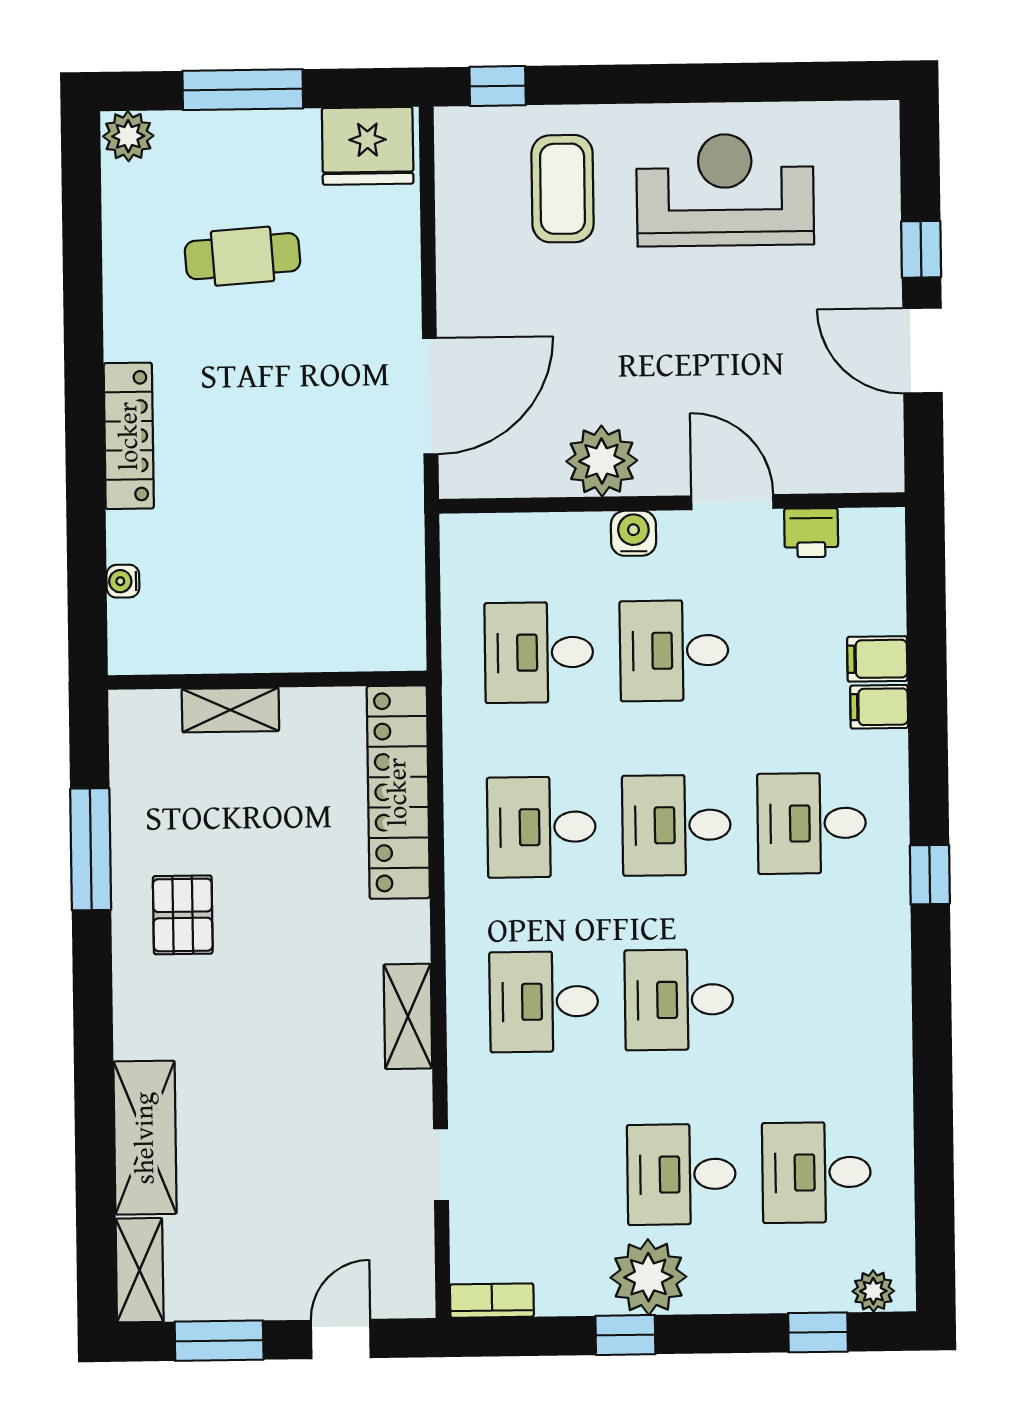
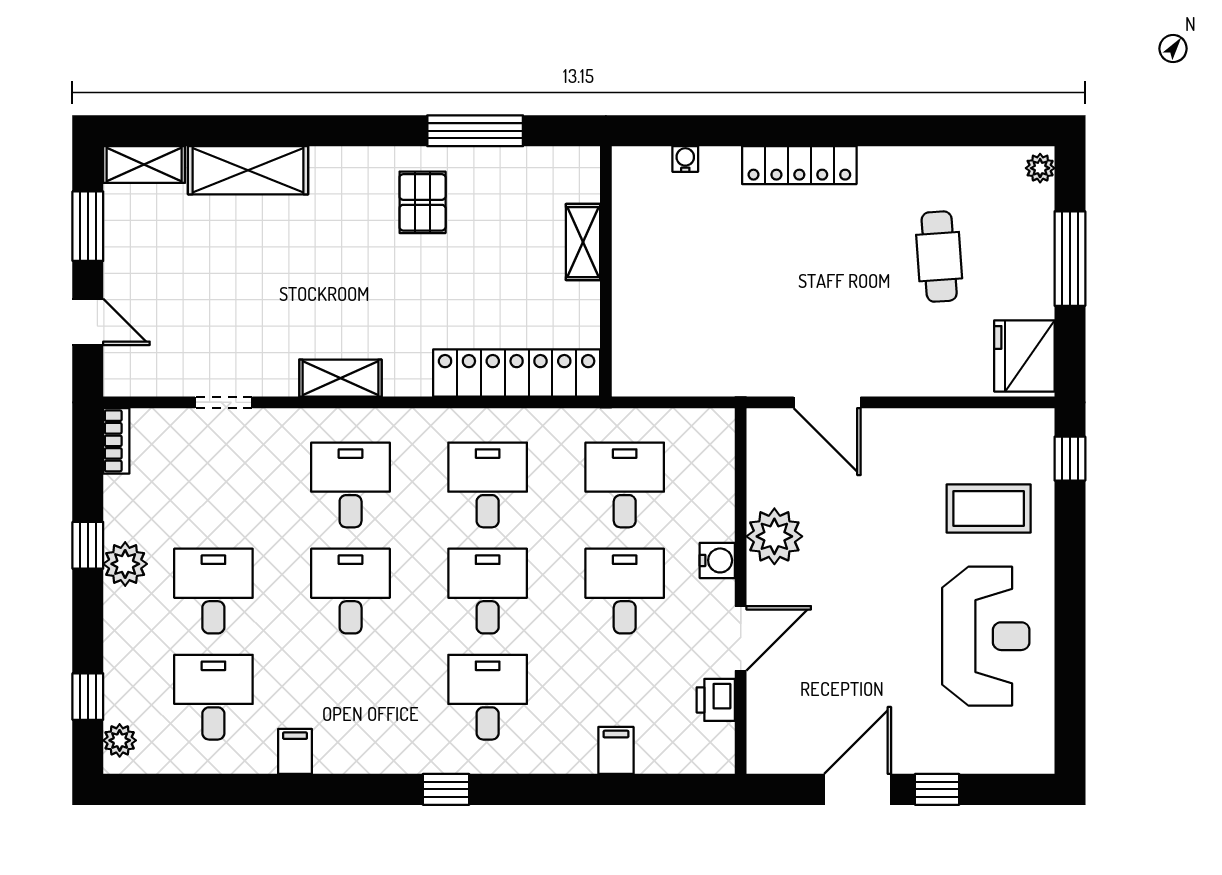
plant: (128, 136) -> (1040, 168), width x0.73, depth x0.73
door: (430, 396) -> (827, 402), width x0.73
filing cabinet: (879, 707) -> (295, 751), moved
pallet: (183, 915) -> (423, 202), turned 90
plant: (648, 1277) -> (125, 564), width x0.73, depth x0.73

